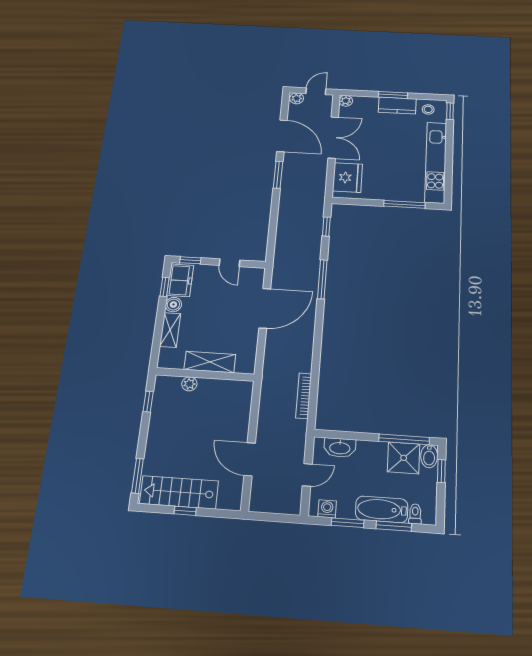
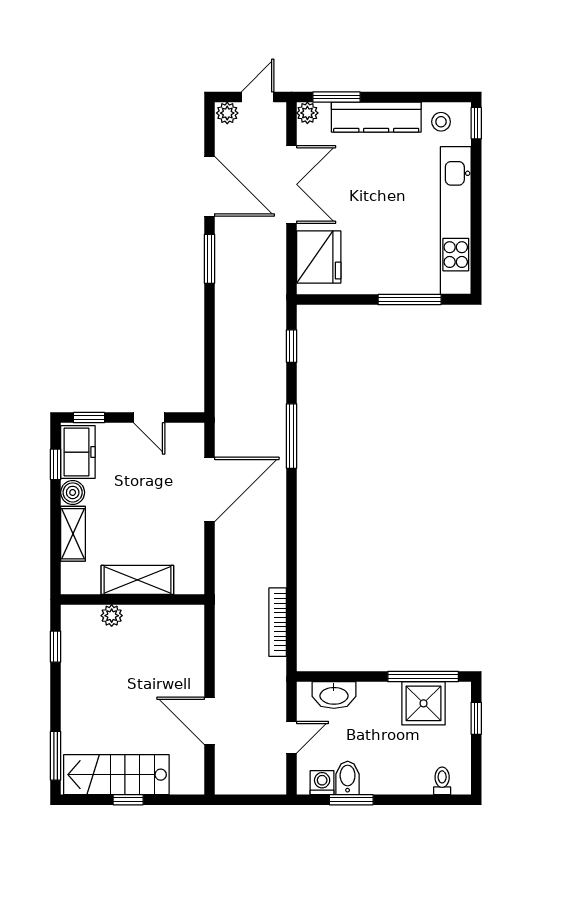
window: (393, 95) -> (336, 97), moved
kitchen counter: (397, 105) -> (376, 117), width x1.50
bidet: (429, 456) -> (348, 778), moved, turned 180
bathtub: (382, 509) -> (396, 778), removed
window: (394, 526) -> (414, 800), removed

